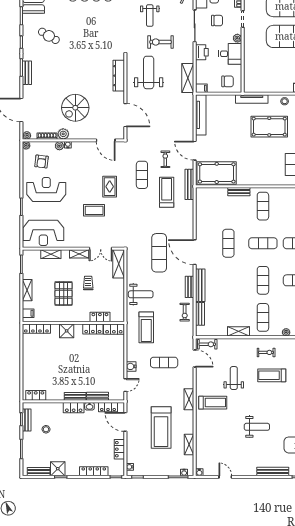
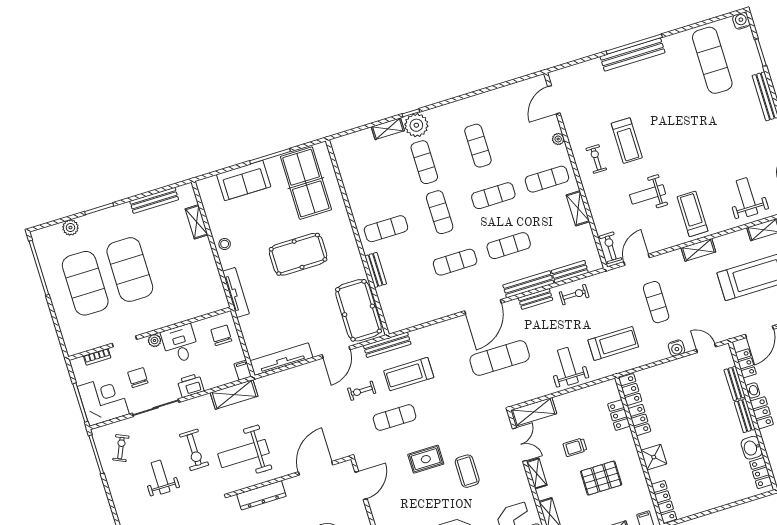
weight bench: (150, 16) -> (161, 477), turned -90
pool table: (269, 127) -> (298, 254), moved, turned 90
exercise mat: (228, 280) -> (509, 246), added
washbasin: (54, 394) -> (752, 448), added
weight bench: (257, 427) -> (747, 197), moved

